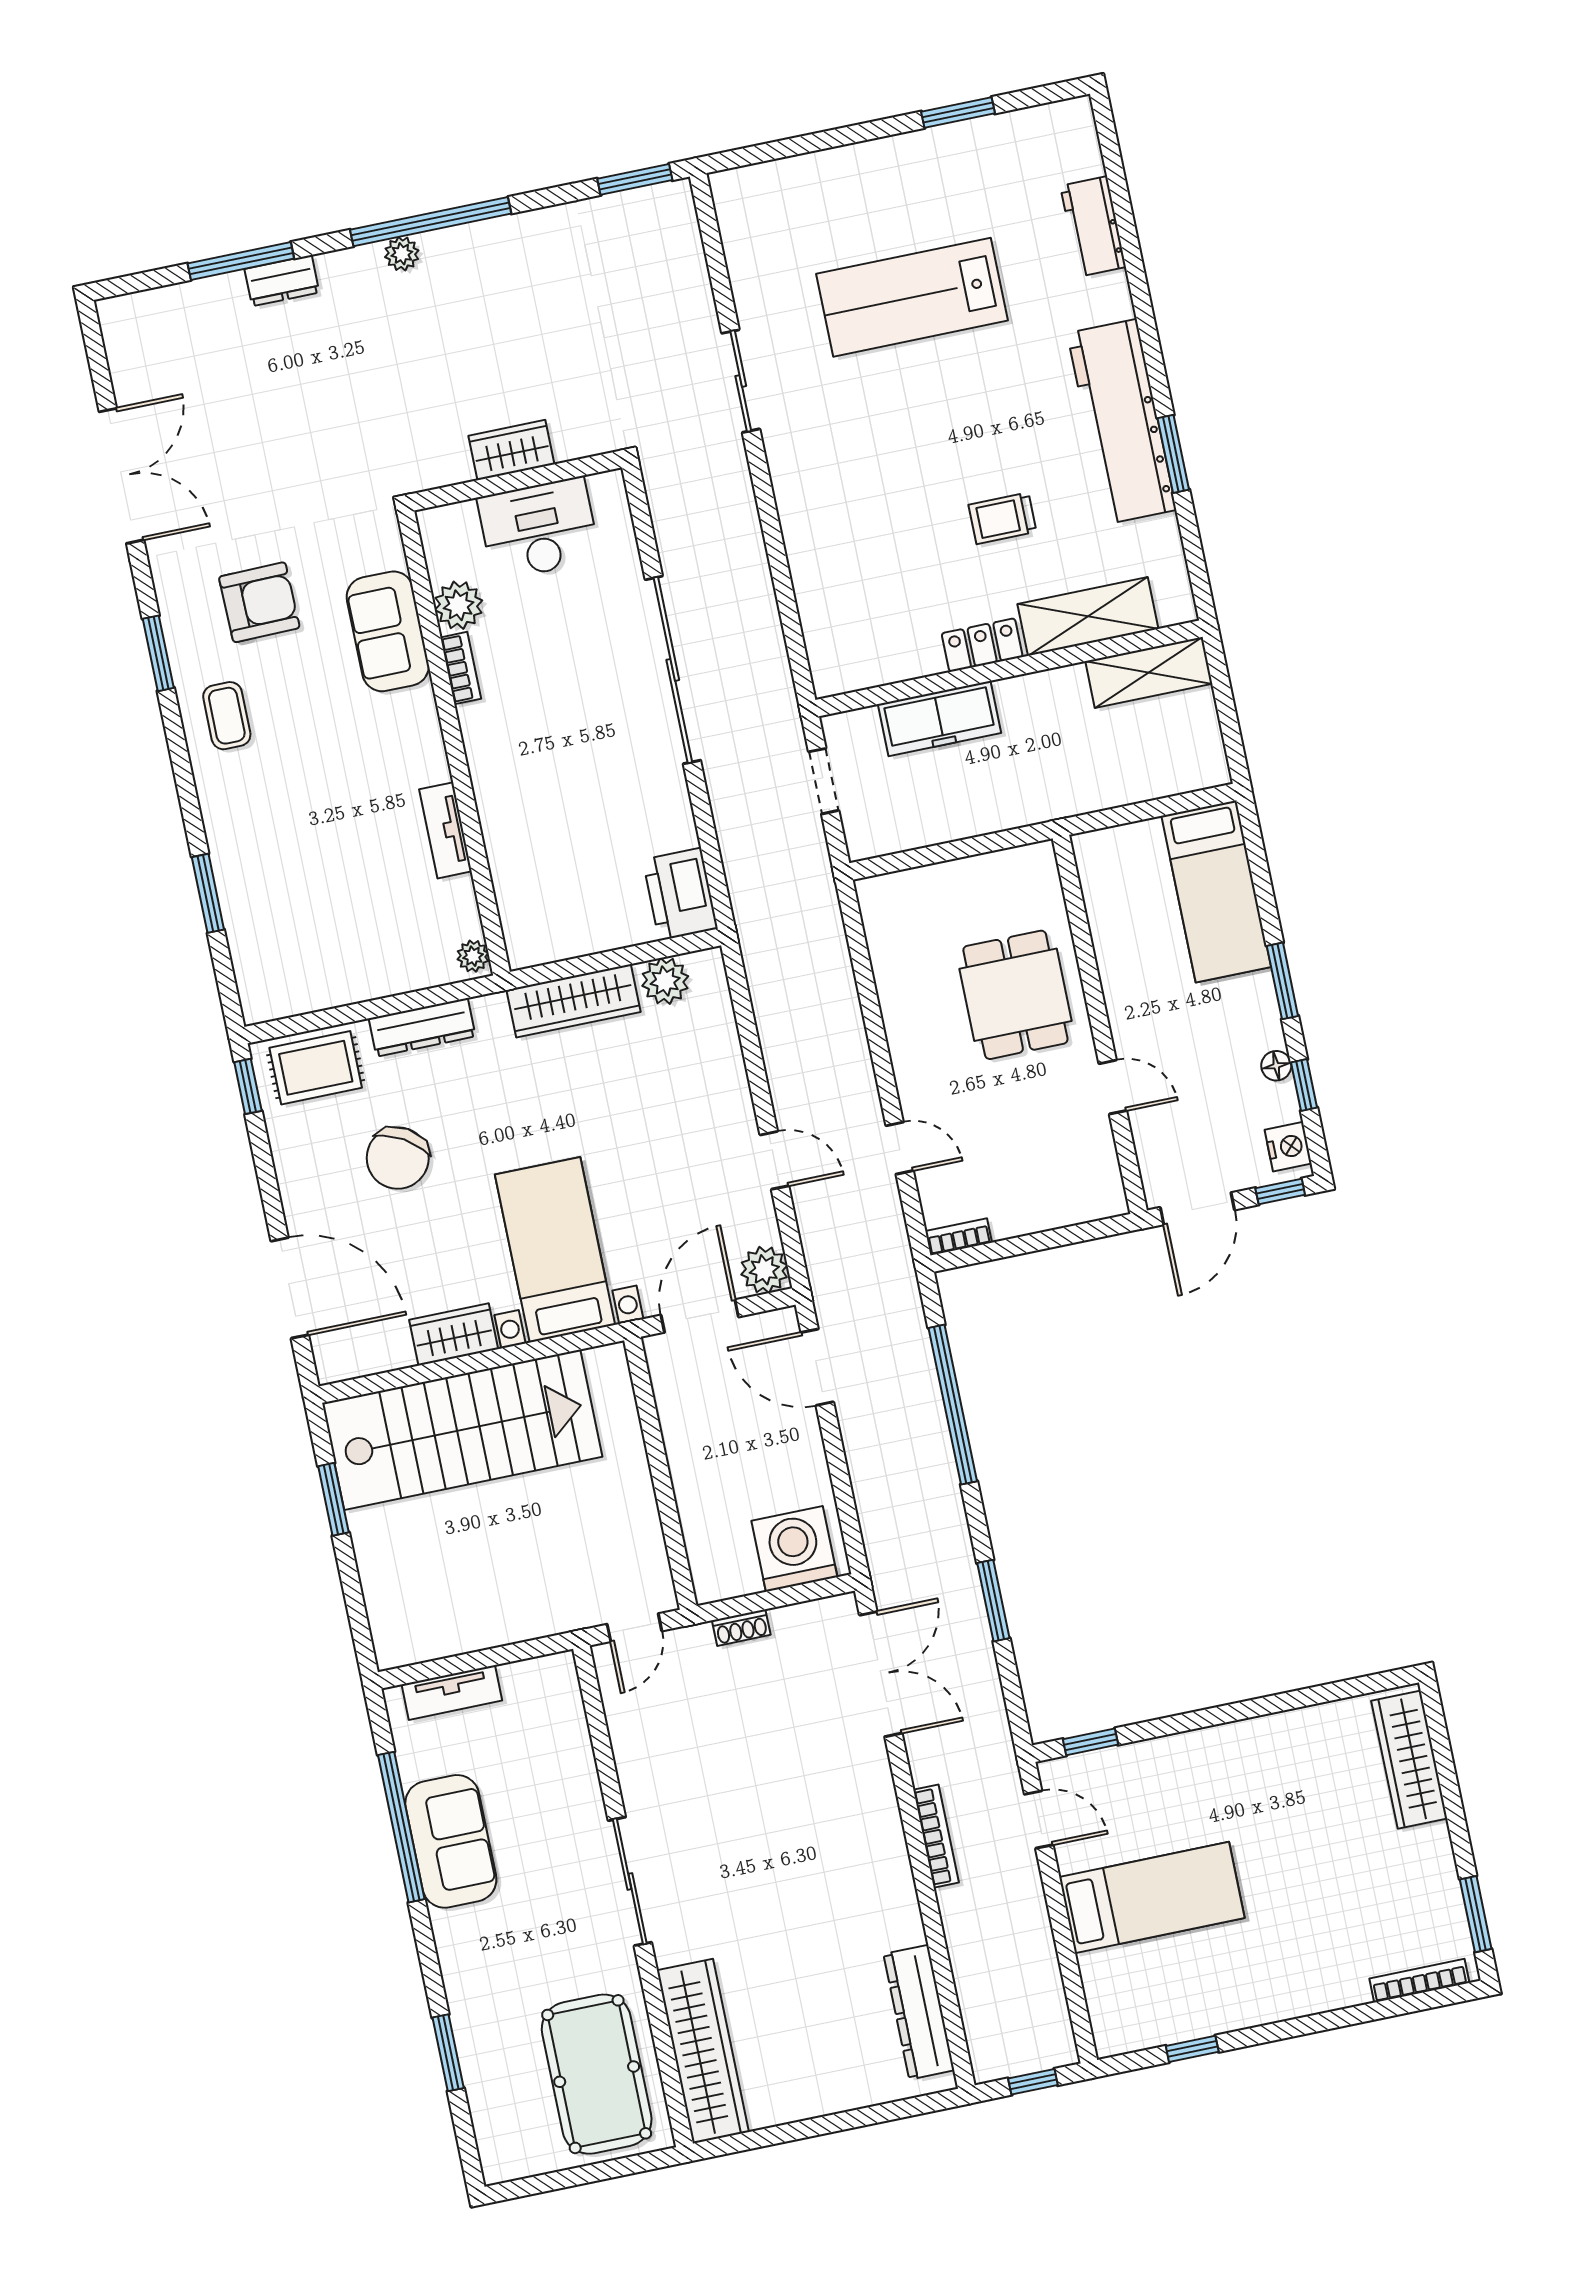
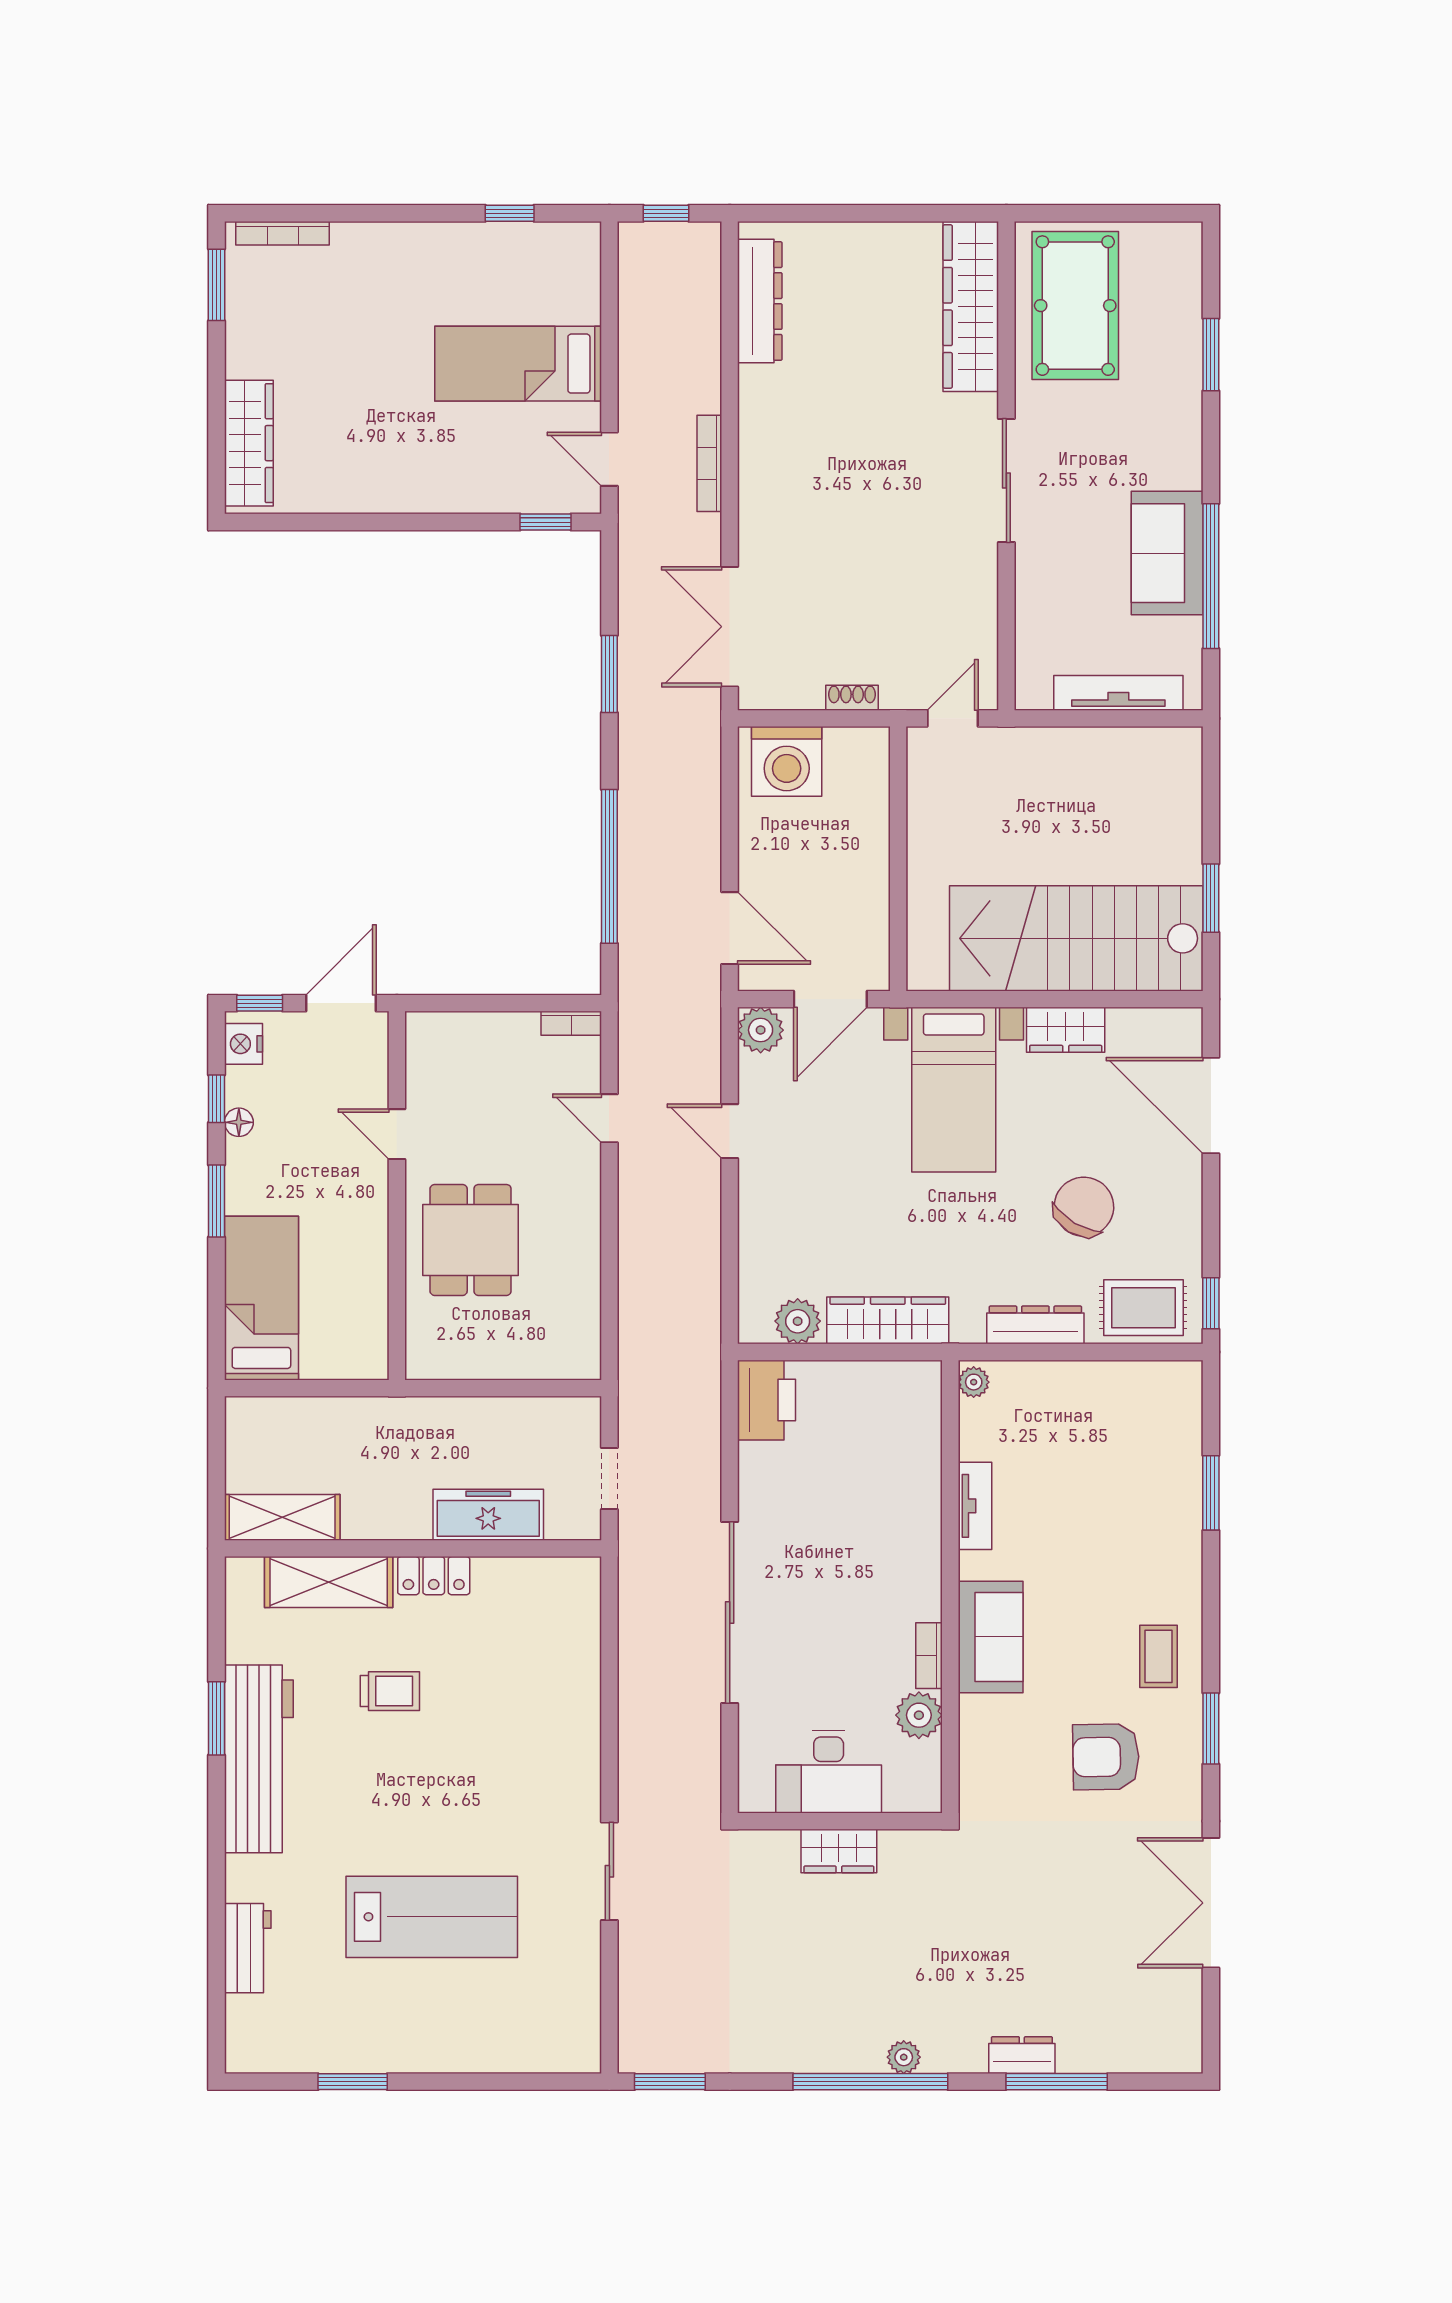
sofa: (388, 631) -> (991, 1637), moved
tv unit: (452, 1693) -> (1118, 693), width x1.41

